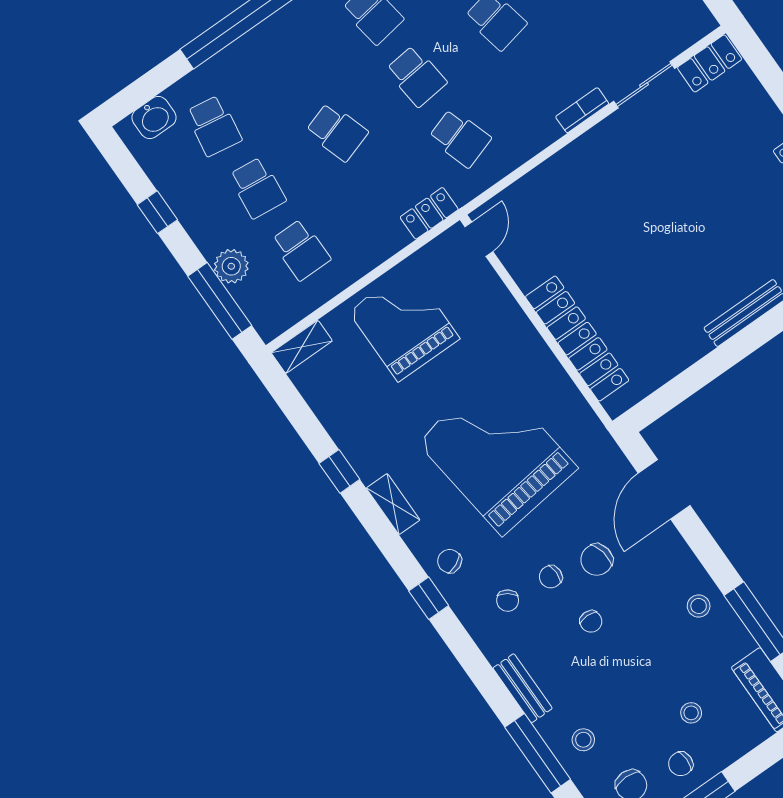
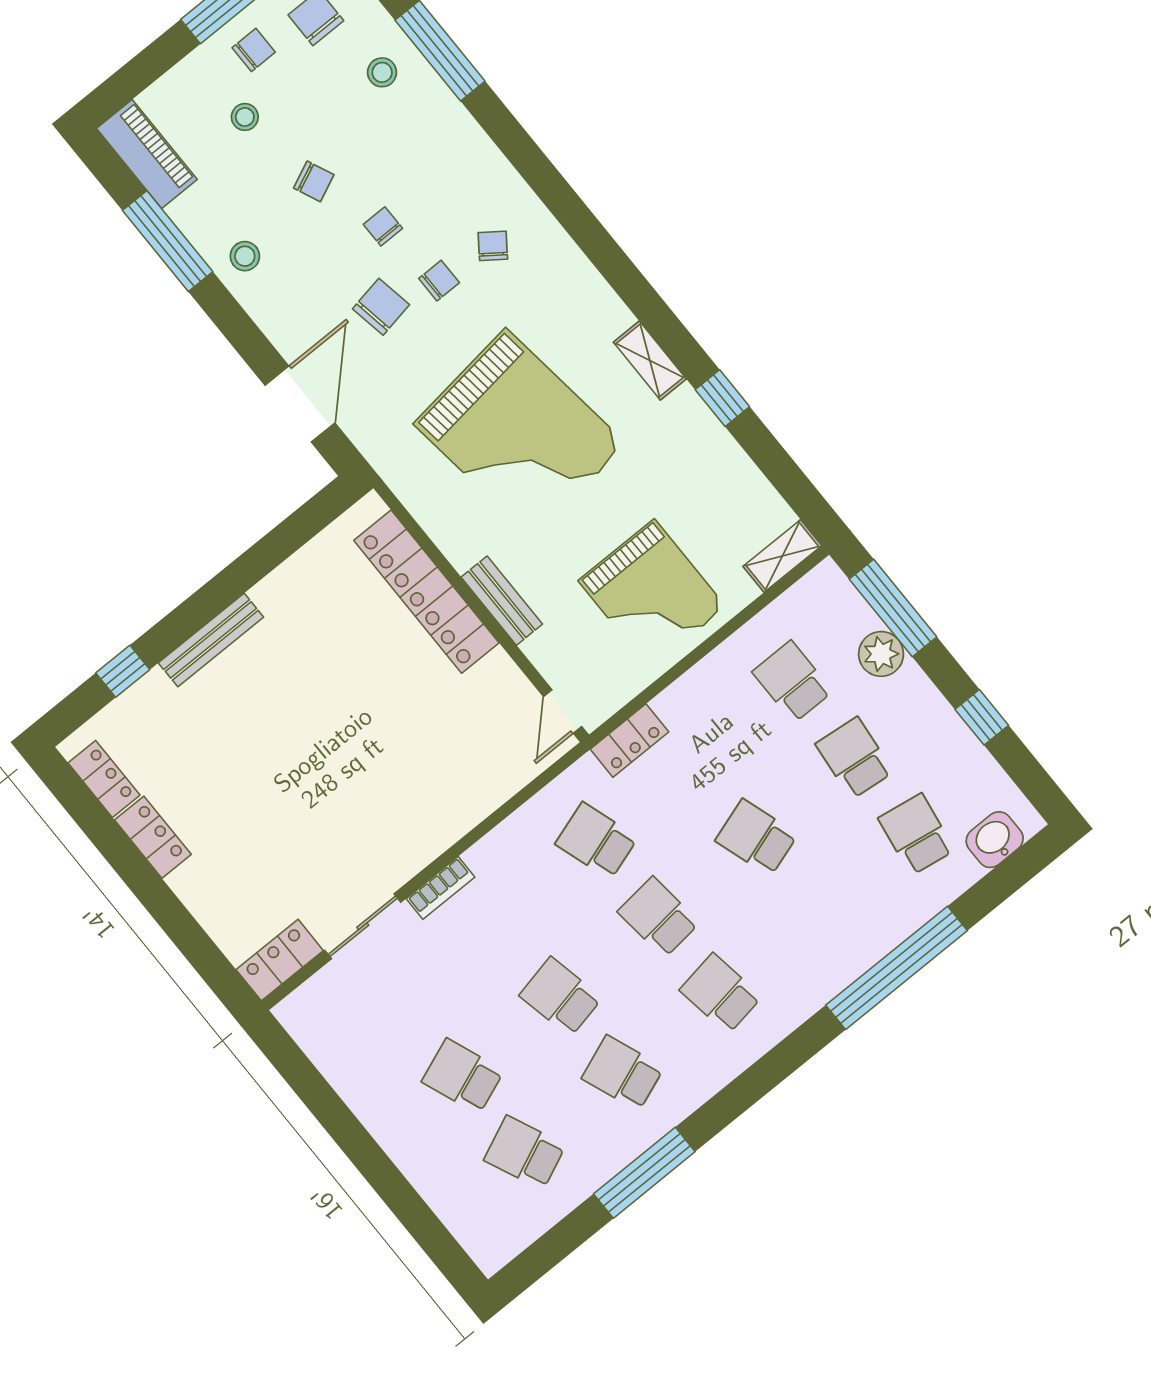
chair: (450, 561) -> (314, 181), moved
window: (429, 598) -> (595, 242), removed
bench: (523, 688) -> (502, 601), moved

